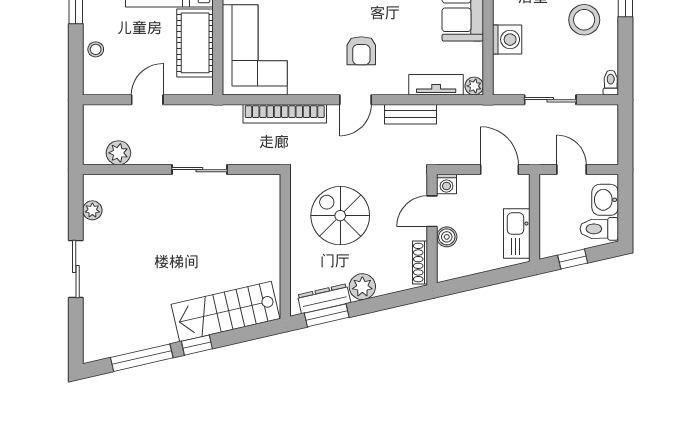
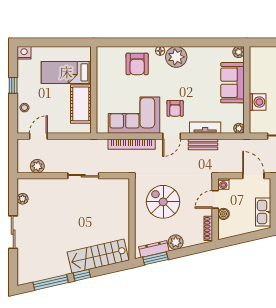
corner sofa: (255, 50) -> (134, 115), moved, turned -90
tv unit: (436, 85) -> (205, 128), moved
door: (147, 100) -> (38, 136), moved

